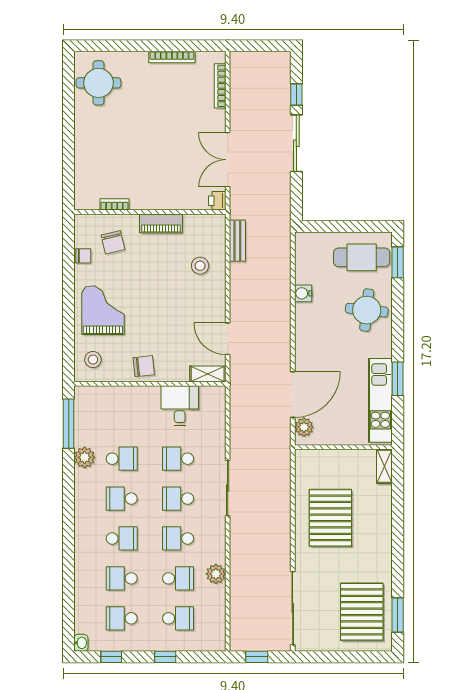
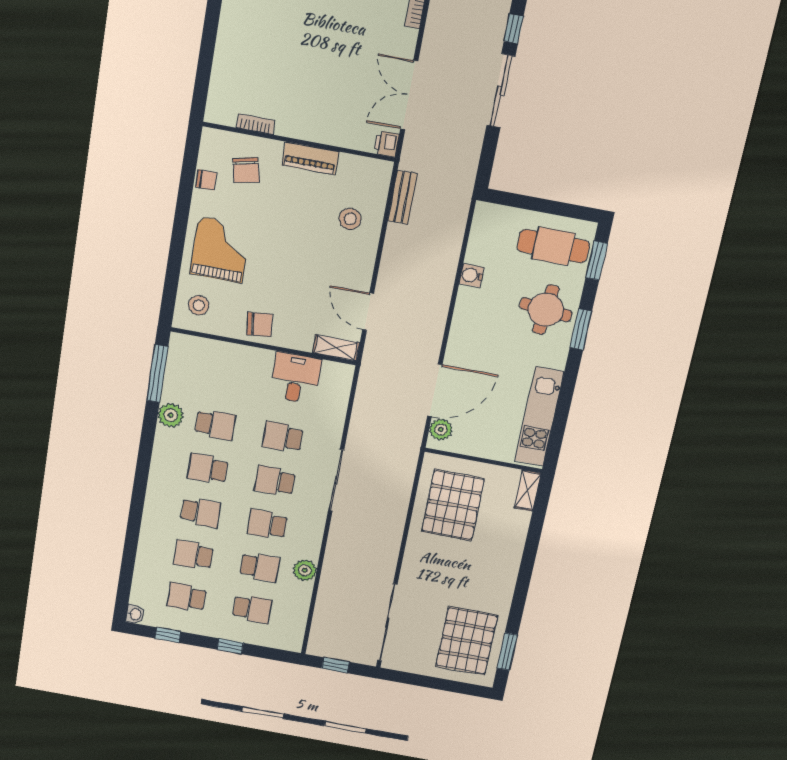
window: (398, 379) -> (581, 329), moved
pallet: (330, 518) -> (453, 505), moved

